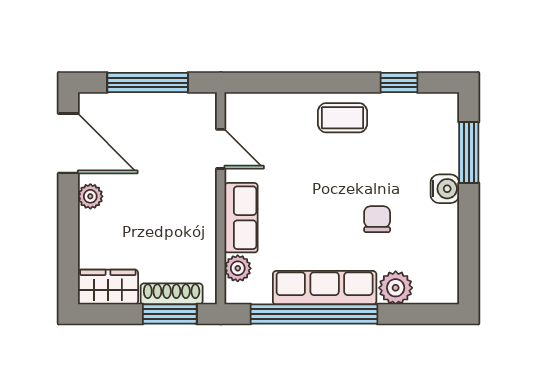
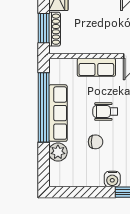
wheelchair: (322, 201) -> (105, 112), added
plant: (238, 268) -> (69, 65), removed

